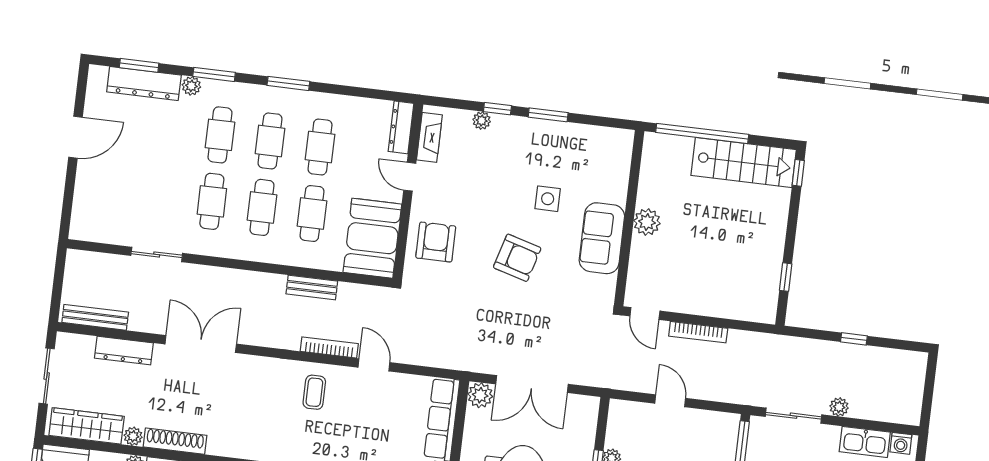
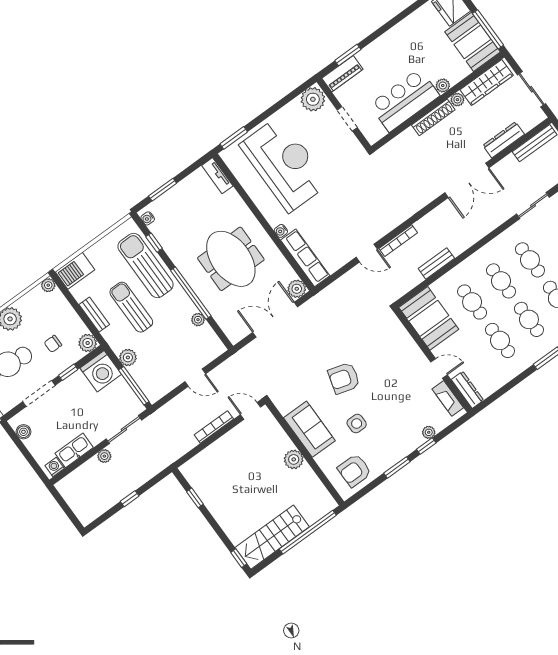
armchair: (436, 242) -> (354, 470), moved, turned 90
coffee table: (314, 392) -> (384, 210), removed

